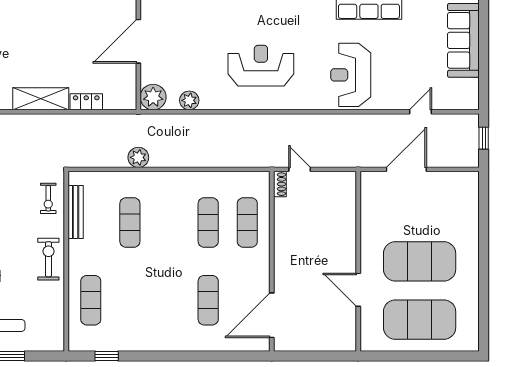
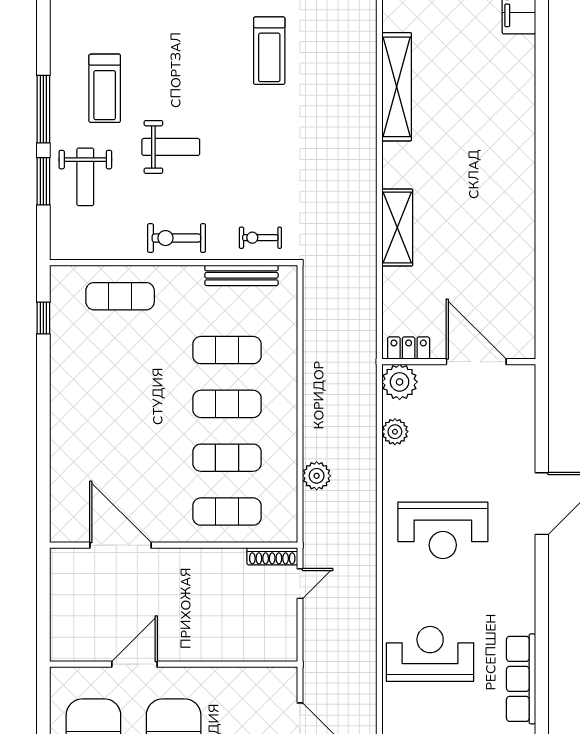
reception desk: (261, 66) -> (443, 530), turned 90
locker: (86, 102) -> (409, 348), moved, turned -90
plant: (138, 157) -> (317, 476), moved
shoe rack: (280, 184) -> (272, 556), width x1.43
exercise bike: (48, 259) -> (176, 238), turned 180
exercise mat: (208, 300) -> (227, 404), moved
door: (272, 315) -> (120, 545), moved

